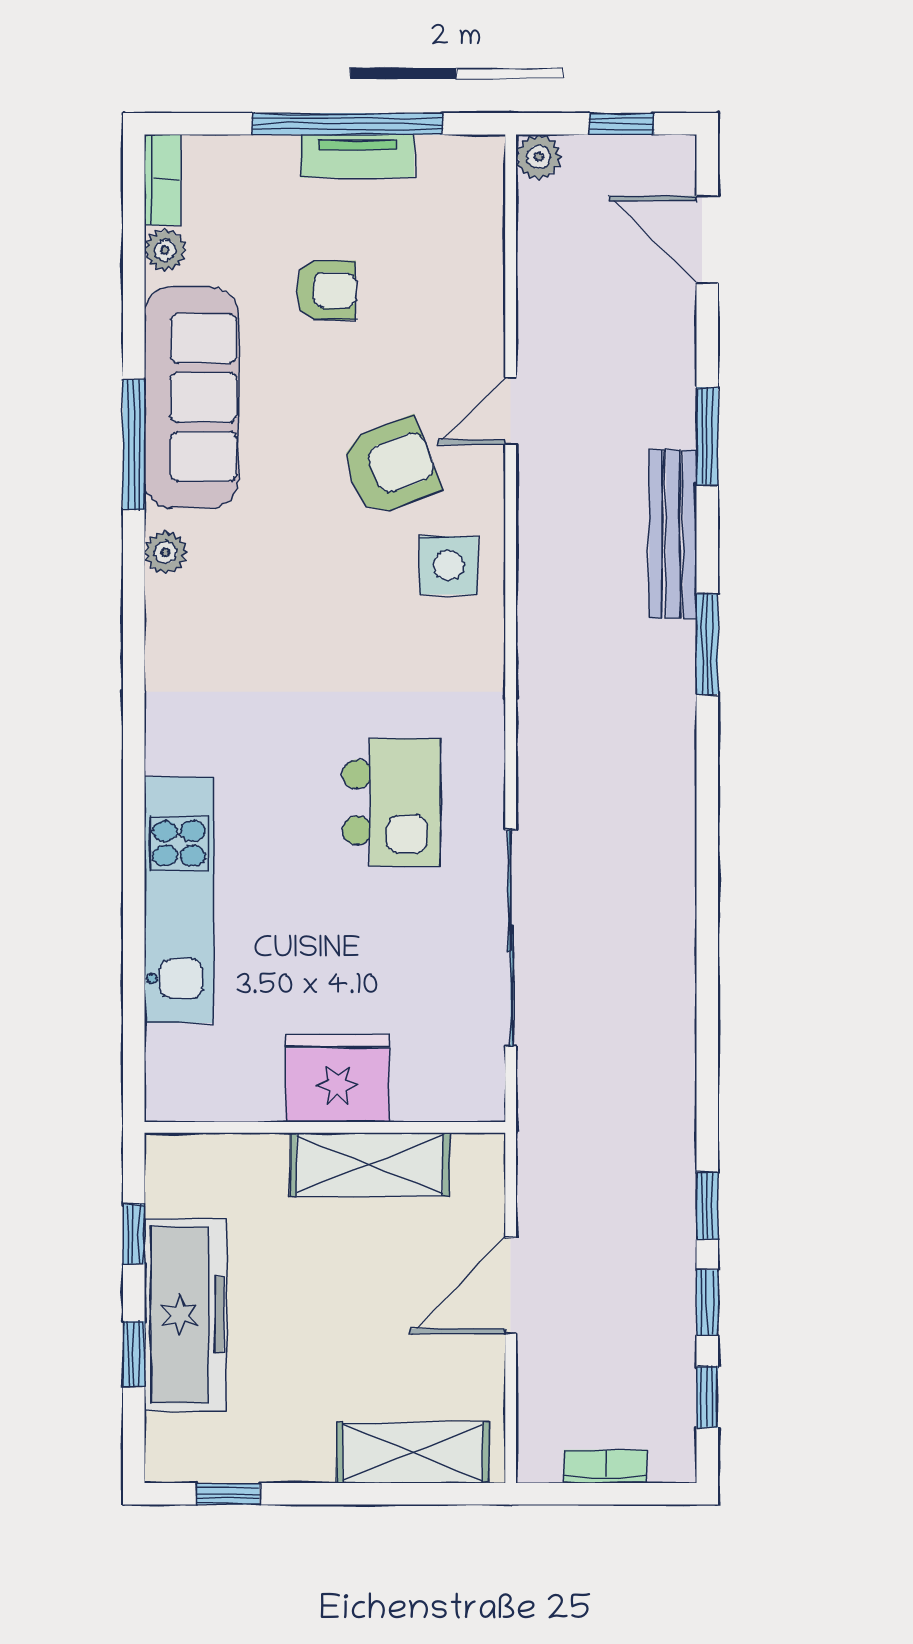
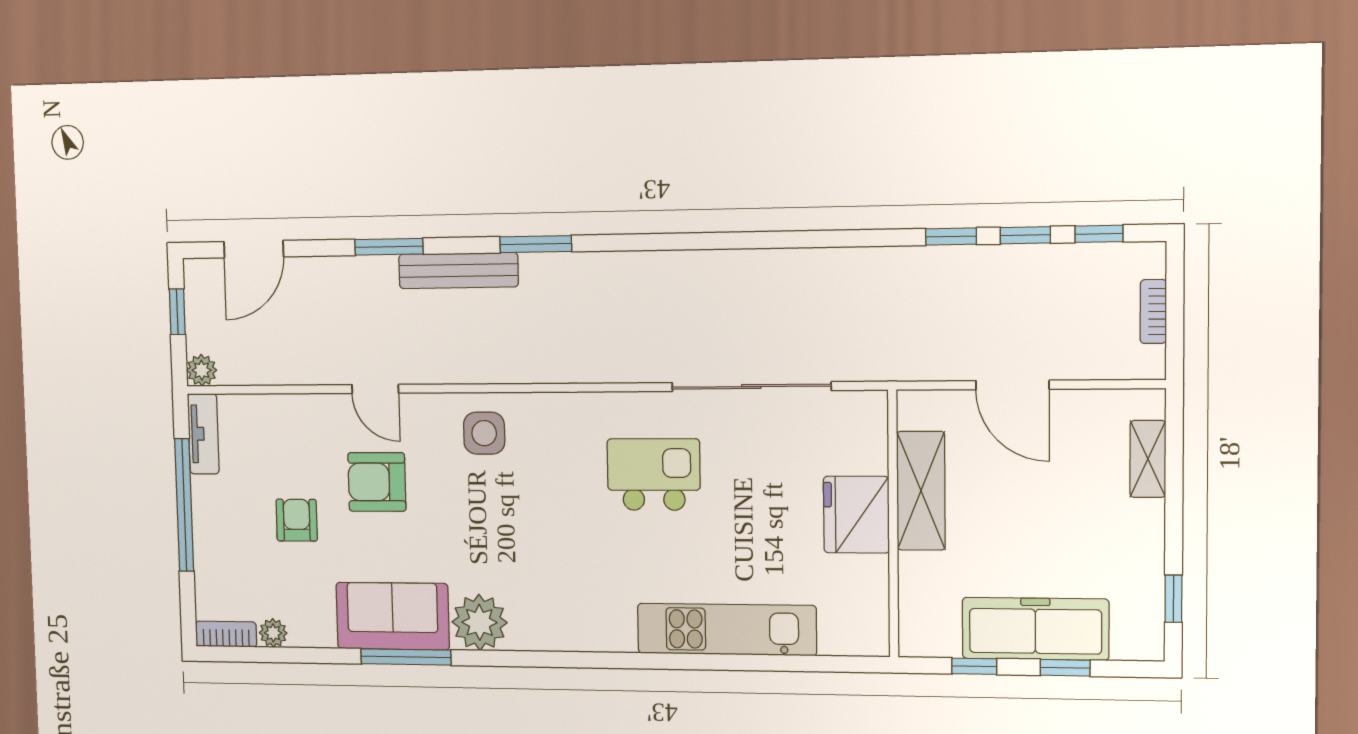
tv unit: (357, 156) -> (203, 434), moved
sofa: (191, 397) -> (393, 616), width x0.73
armchair: (390, 467) -> (377, 482), moved, turned -69
plant: (166, 552) -> (479, 622), width x1.88, depth x1.88
shelving: (413, 1453) -> (1148, 459), width x0.67, depth x0.75

